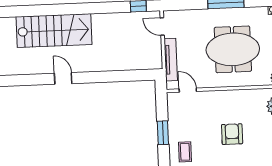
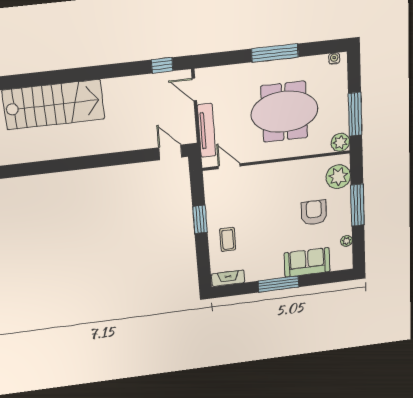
door: (63, 78) -> (170, 152), moved
armchair: (232, 134) -> (314, 212), moved

